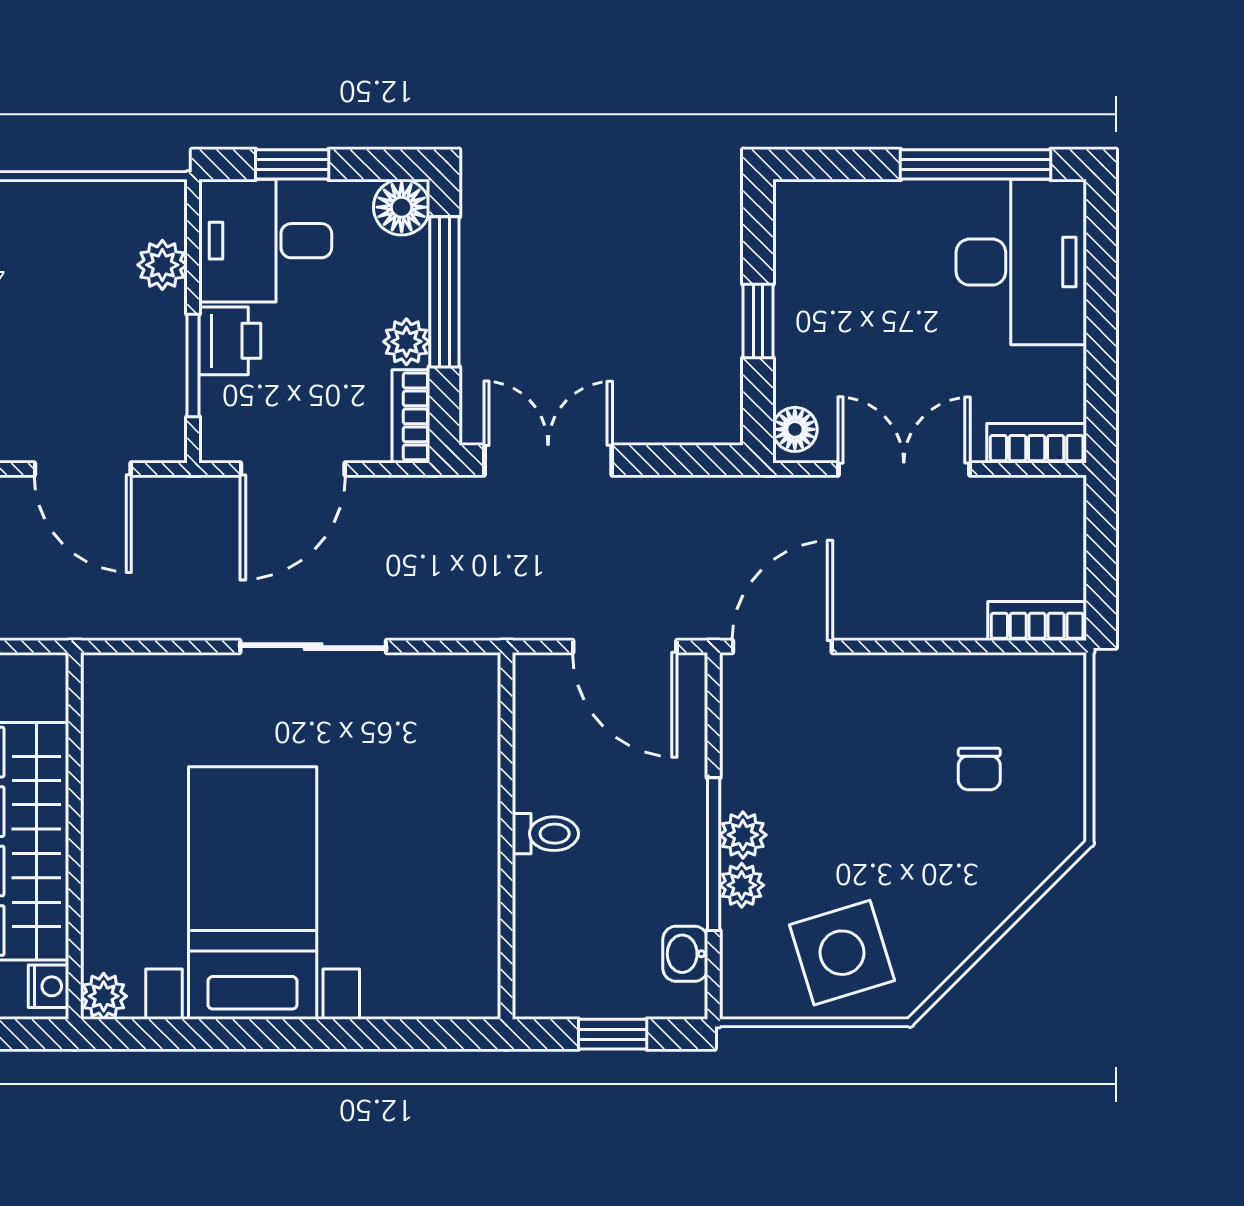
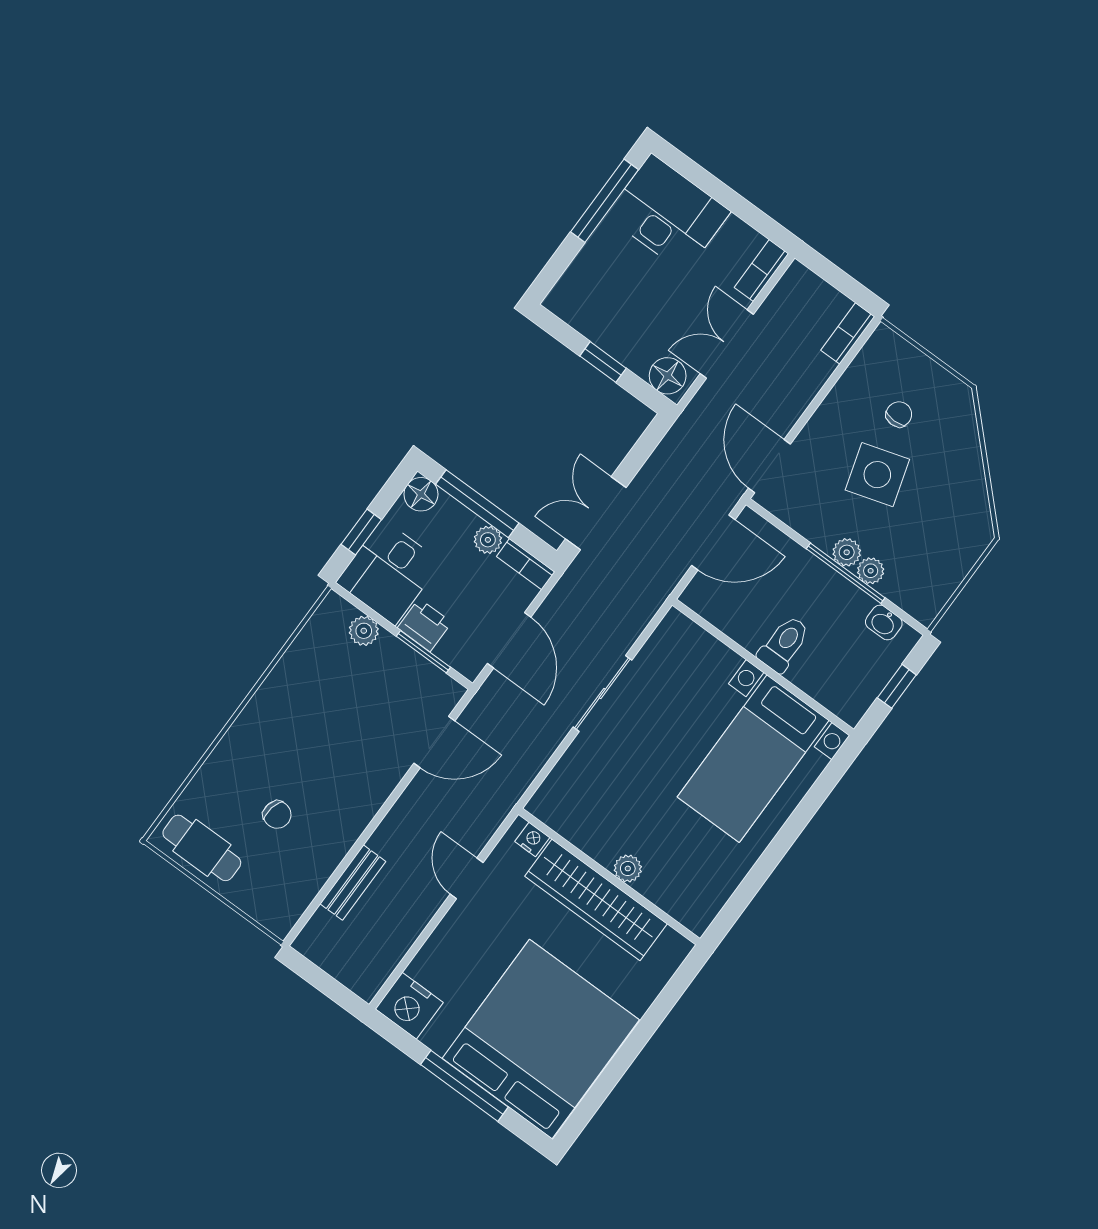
floor lamp: (795, 429) -> (668, 376), width x1.37, depth x1.37
chair: (979, 769) -> (899, 414), turned -90
toilet: (545, 834) -> (784, 644), width x1.37, depth x1.39
bed with nightstands: (253, 893) -> (753, 759), moved, turned -90
side table: (842, 953) -> (877, 475), moved
nightstand: (49, 986) -> (532, 839), moved
plant: (104, 996) -> (628, 868), moved

